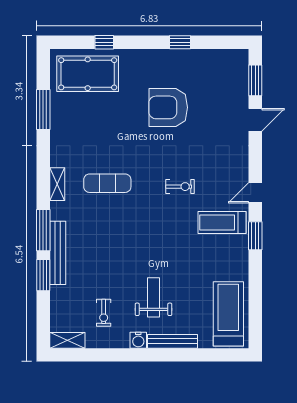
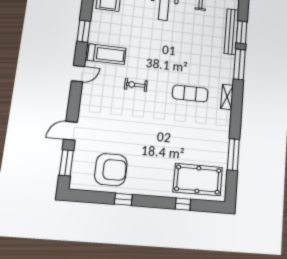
armchair: (168, 107) -> (111, 170), moved
window: (255, 236) -> (84, 31), moved
bench: (58, 253) -> (231, 32), moved

